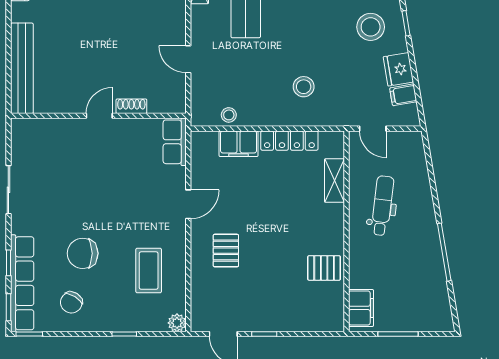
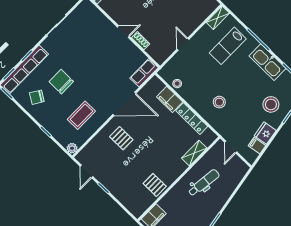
door: (188, 204) -> (124, 104), width x1.88
pallet: (226, 251) -> (121, 138), turned 90

